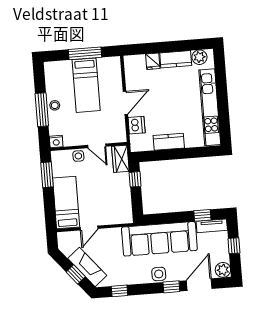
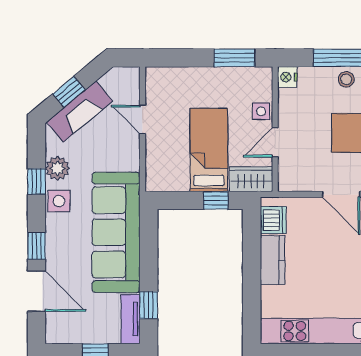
dishwasher: (137, 125) -> (273, 220), moved, turned -90
bed: (66, 203) -> (209, 150), moved, turned -90
plant: (223, 270) -> (57, 168), moved
side table: (159, 274) -> (59, 201), moved
window: (120, 291) -> (37, 182), moved

